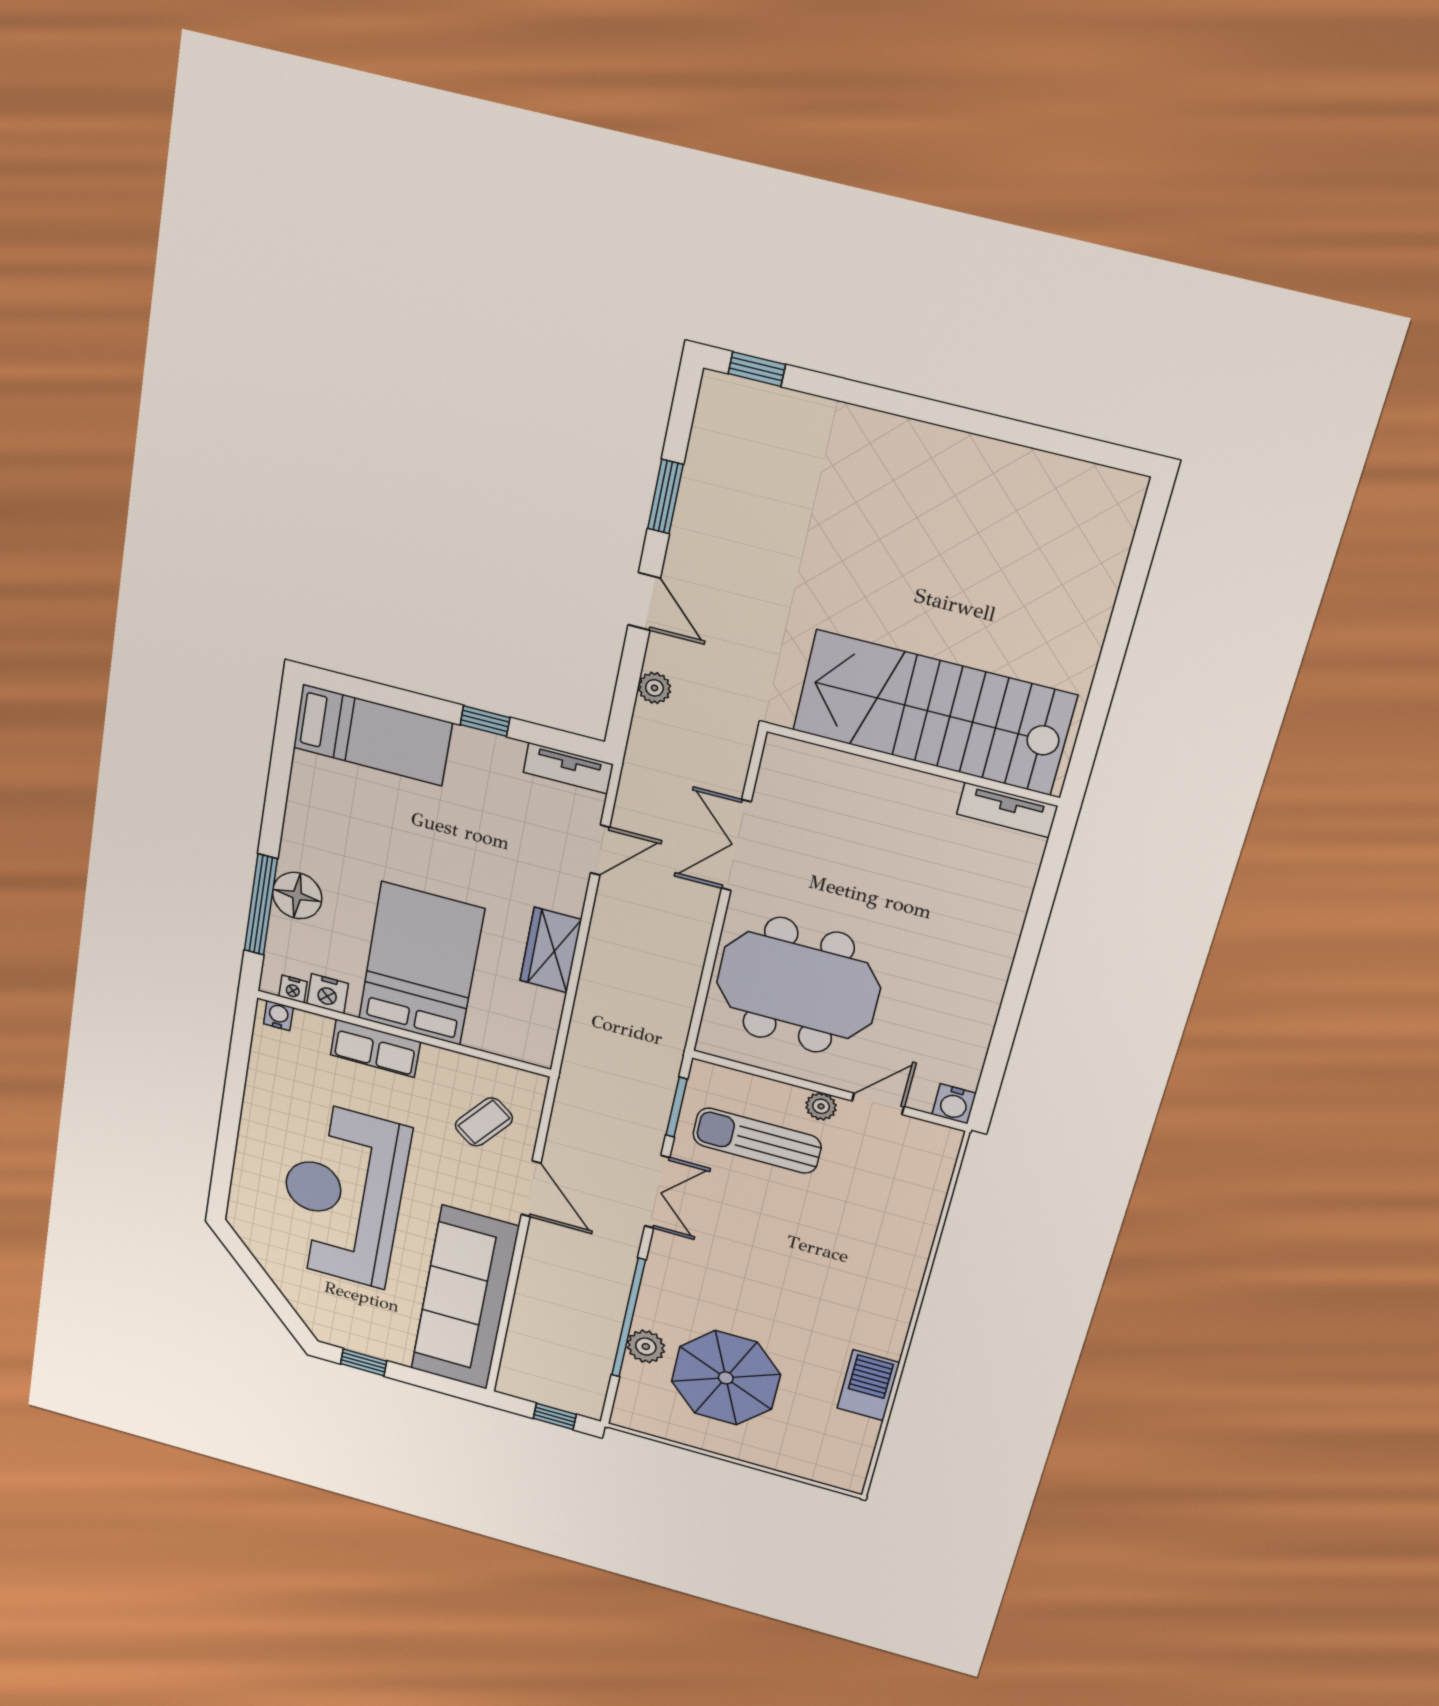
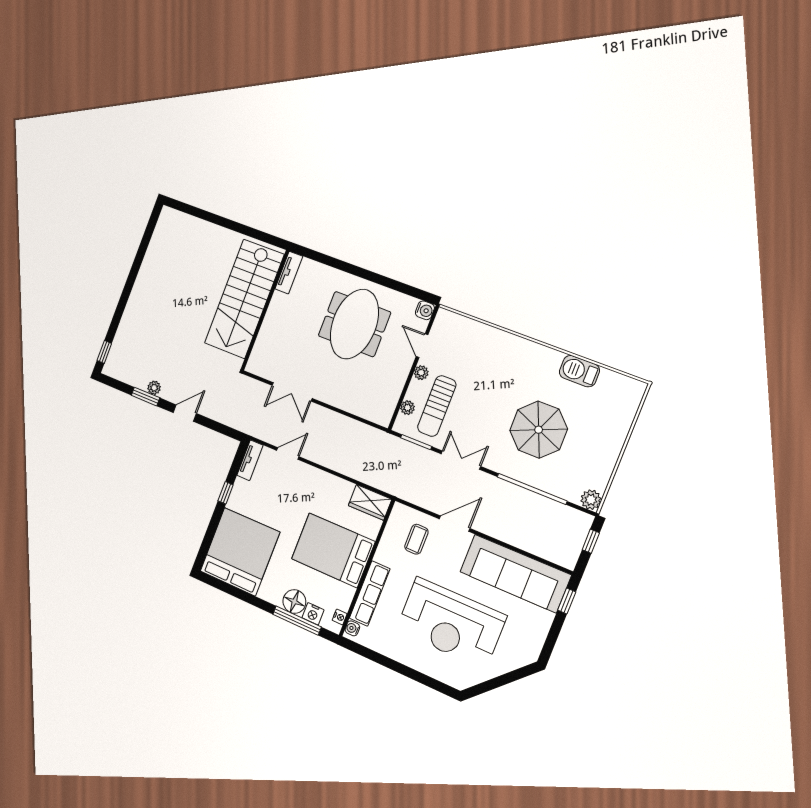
plant: (654, 688) -> (154, 388), moved
bed: (372, 735) -> (240, 552), width x2.04
door: (600, 850) -> (288, 453), hinge flipped
wardrobe: (551, 950) -> (370, 502), moved
meeting table: (798, 985) -> (354, 324), moved
nightstand: (328, 994) -> (313, 614), moved, turned 90
row of seats: (375, 1048) -> (370, 593), width x1.48
plant: (744, 1085) -> (408, 408), added
coffee table: (484, 1122) -> (416, 539), turned 53
plant: (646, 1347) -> (591, 500), moved
window: (364, 1362) -> (567, 601), moved
parasol: (726, 1378) -> (539, 430), moved

